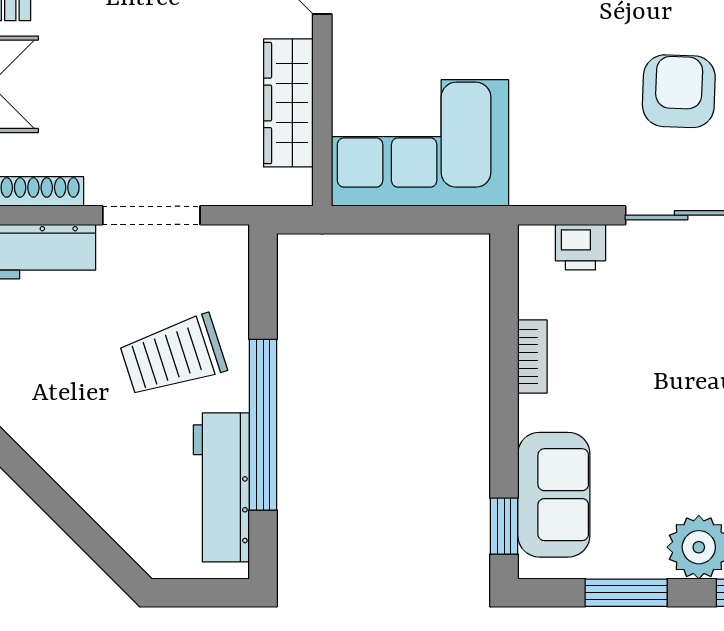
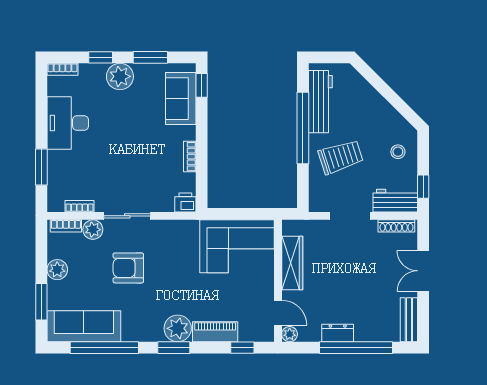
armchair: (679, 91) -> (128, 268), turned 88
printer: (580, 247) -> (185, 202), moved
stool: (37, 368) -> (398, 152), added

